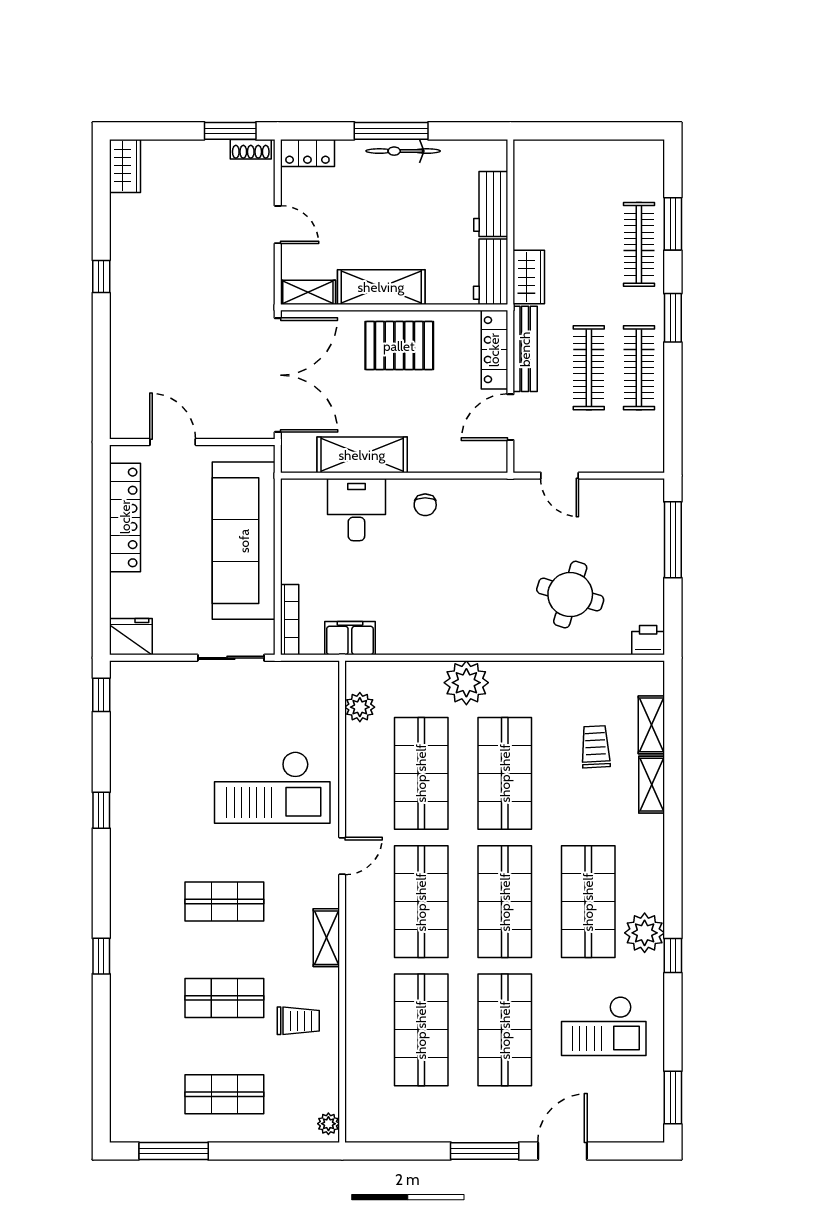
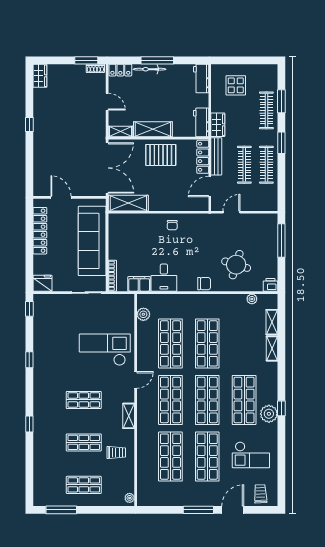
bicycle: (403, 151) -> (150, 69), moved
display table: (569, 188) -> (236, 85), added
workbench: (491, 204) -> (201, 78), moved
shelving: (362, 455) -> (128, 203), moved
door: (560, 476) -> (231, 212), swing flipped
desk: (356, 510) -> (164, 278), moved, turned 180
chair: (498, 638) -> (204, 284), added
plant: (466, 683) -> (252, 299), moved, width x0.53, depth x0.53
trolley: (595, 747) -> (260, 494), moved
checkout: (272, 787) -> (105, 350), turned 180
window: (673, 956) -> (281, 408), moved
window: (673, 1098) -> (281, 486), removed

